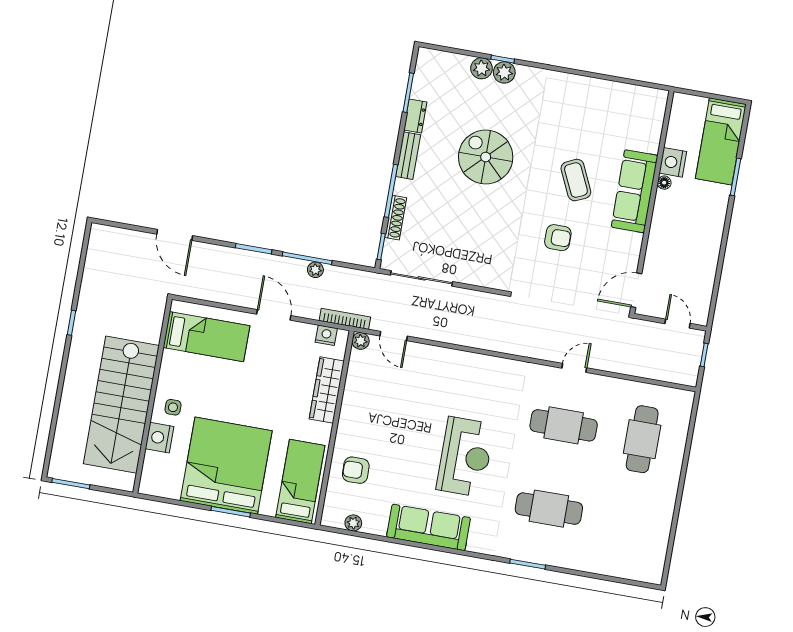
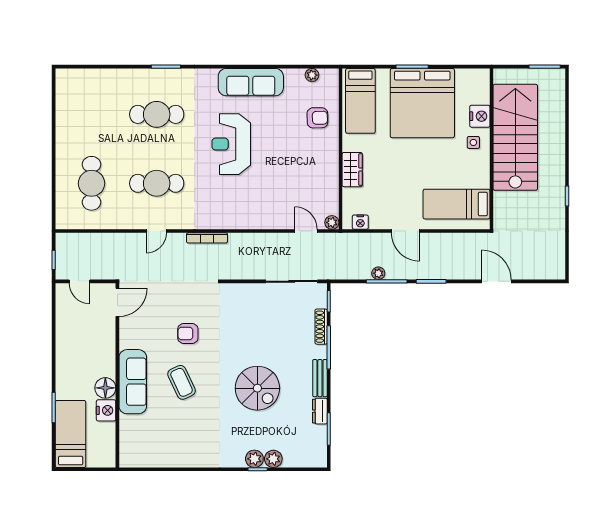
floor lamp: (664, 183) -> (105, 388), width x1.89, depth x1.89
bookcase: (345, 319) -> (207, 238), moved
wardrobe: (327, 390) -> (352, 170), width x0.67

